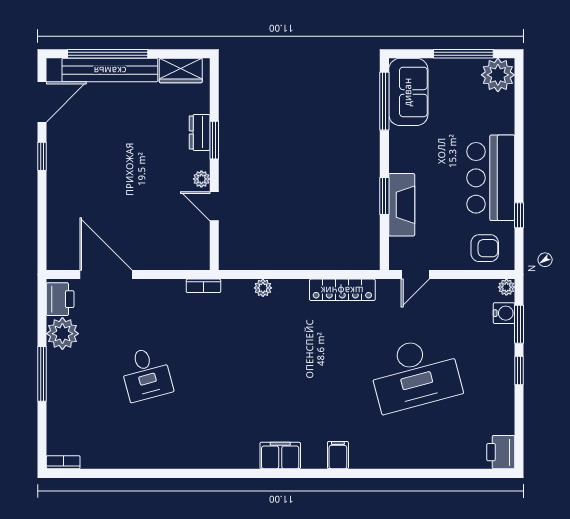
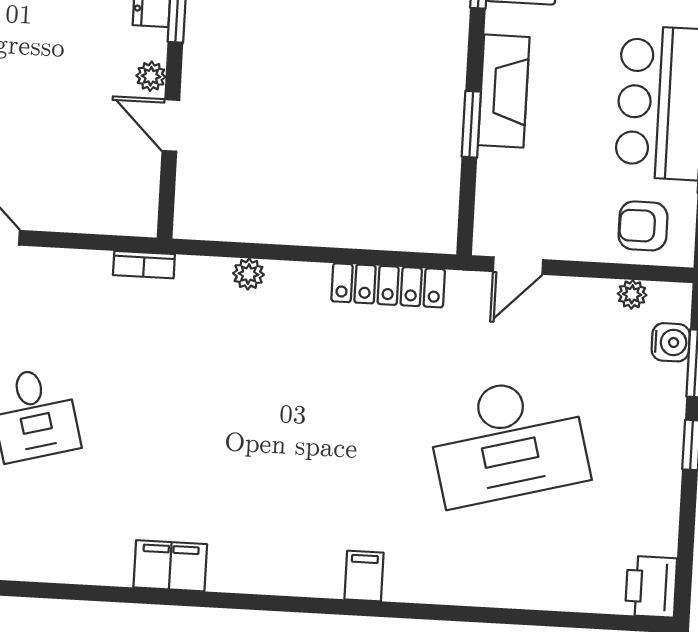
fireplace: (402, 205) -> (504, 91), moved
armchair: (485, 248) -> (643, 226), turned 180
plant: (506, 287) -> (632, 294), moved
filing cabinet: (280, 456) -> (170, 566), moved

